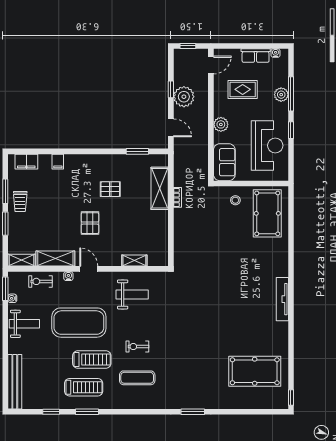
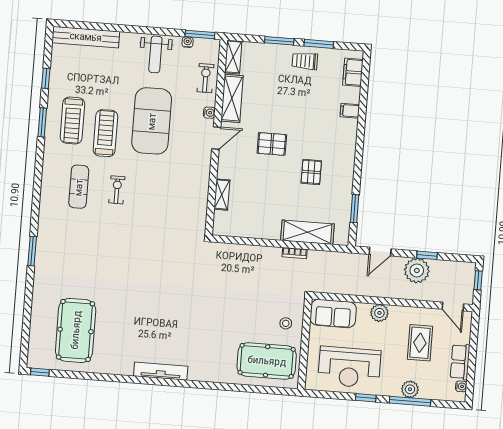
weight bench: (132, 294) -> (181, 189), removed
treadmill: (92, 359) -> (105, 133), turned 180

